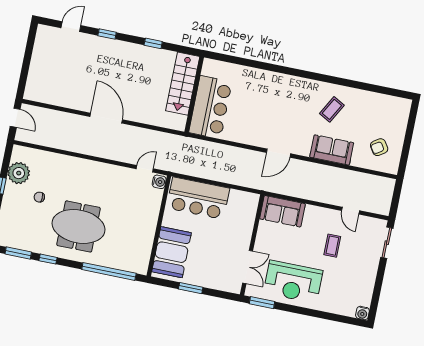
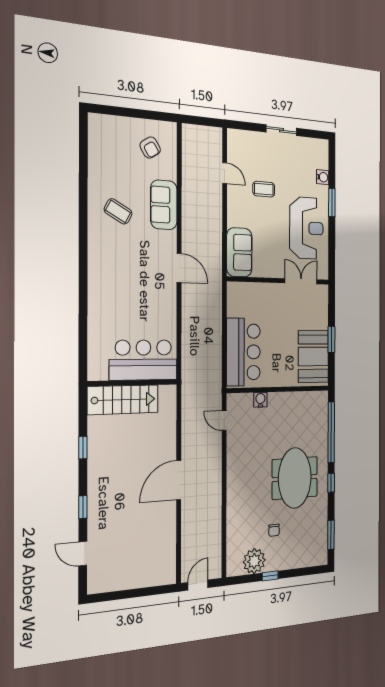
water cooler: (159, 182) -> (260, 400), moved
door: (351, 211) -> (225, 173), hinge flipped
sliding door: (387, 243) -> (282, 130), moved
booth: (172, 252) -> (313, 357), moved, turned 90
window: (48, 259) -> (331, 483), moved
window: (262, 303) -> (332, 203), moved
water cooler: (362, 313) -> (323, 177), moved

